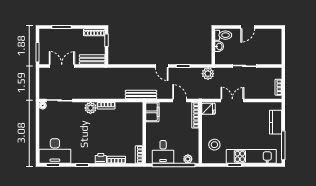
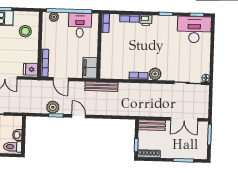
plant: (208, 74) -> (53, 107), moved

